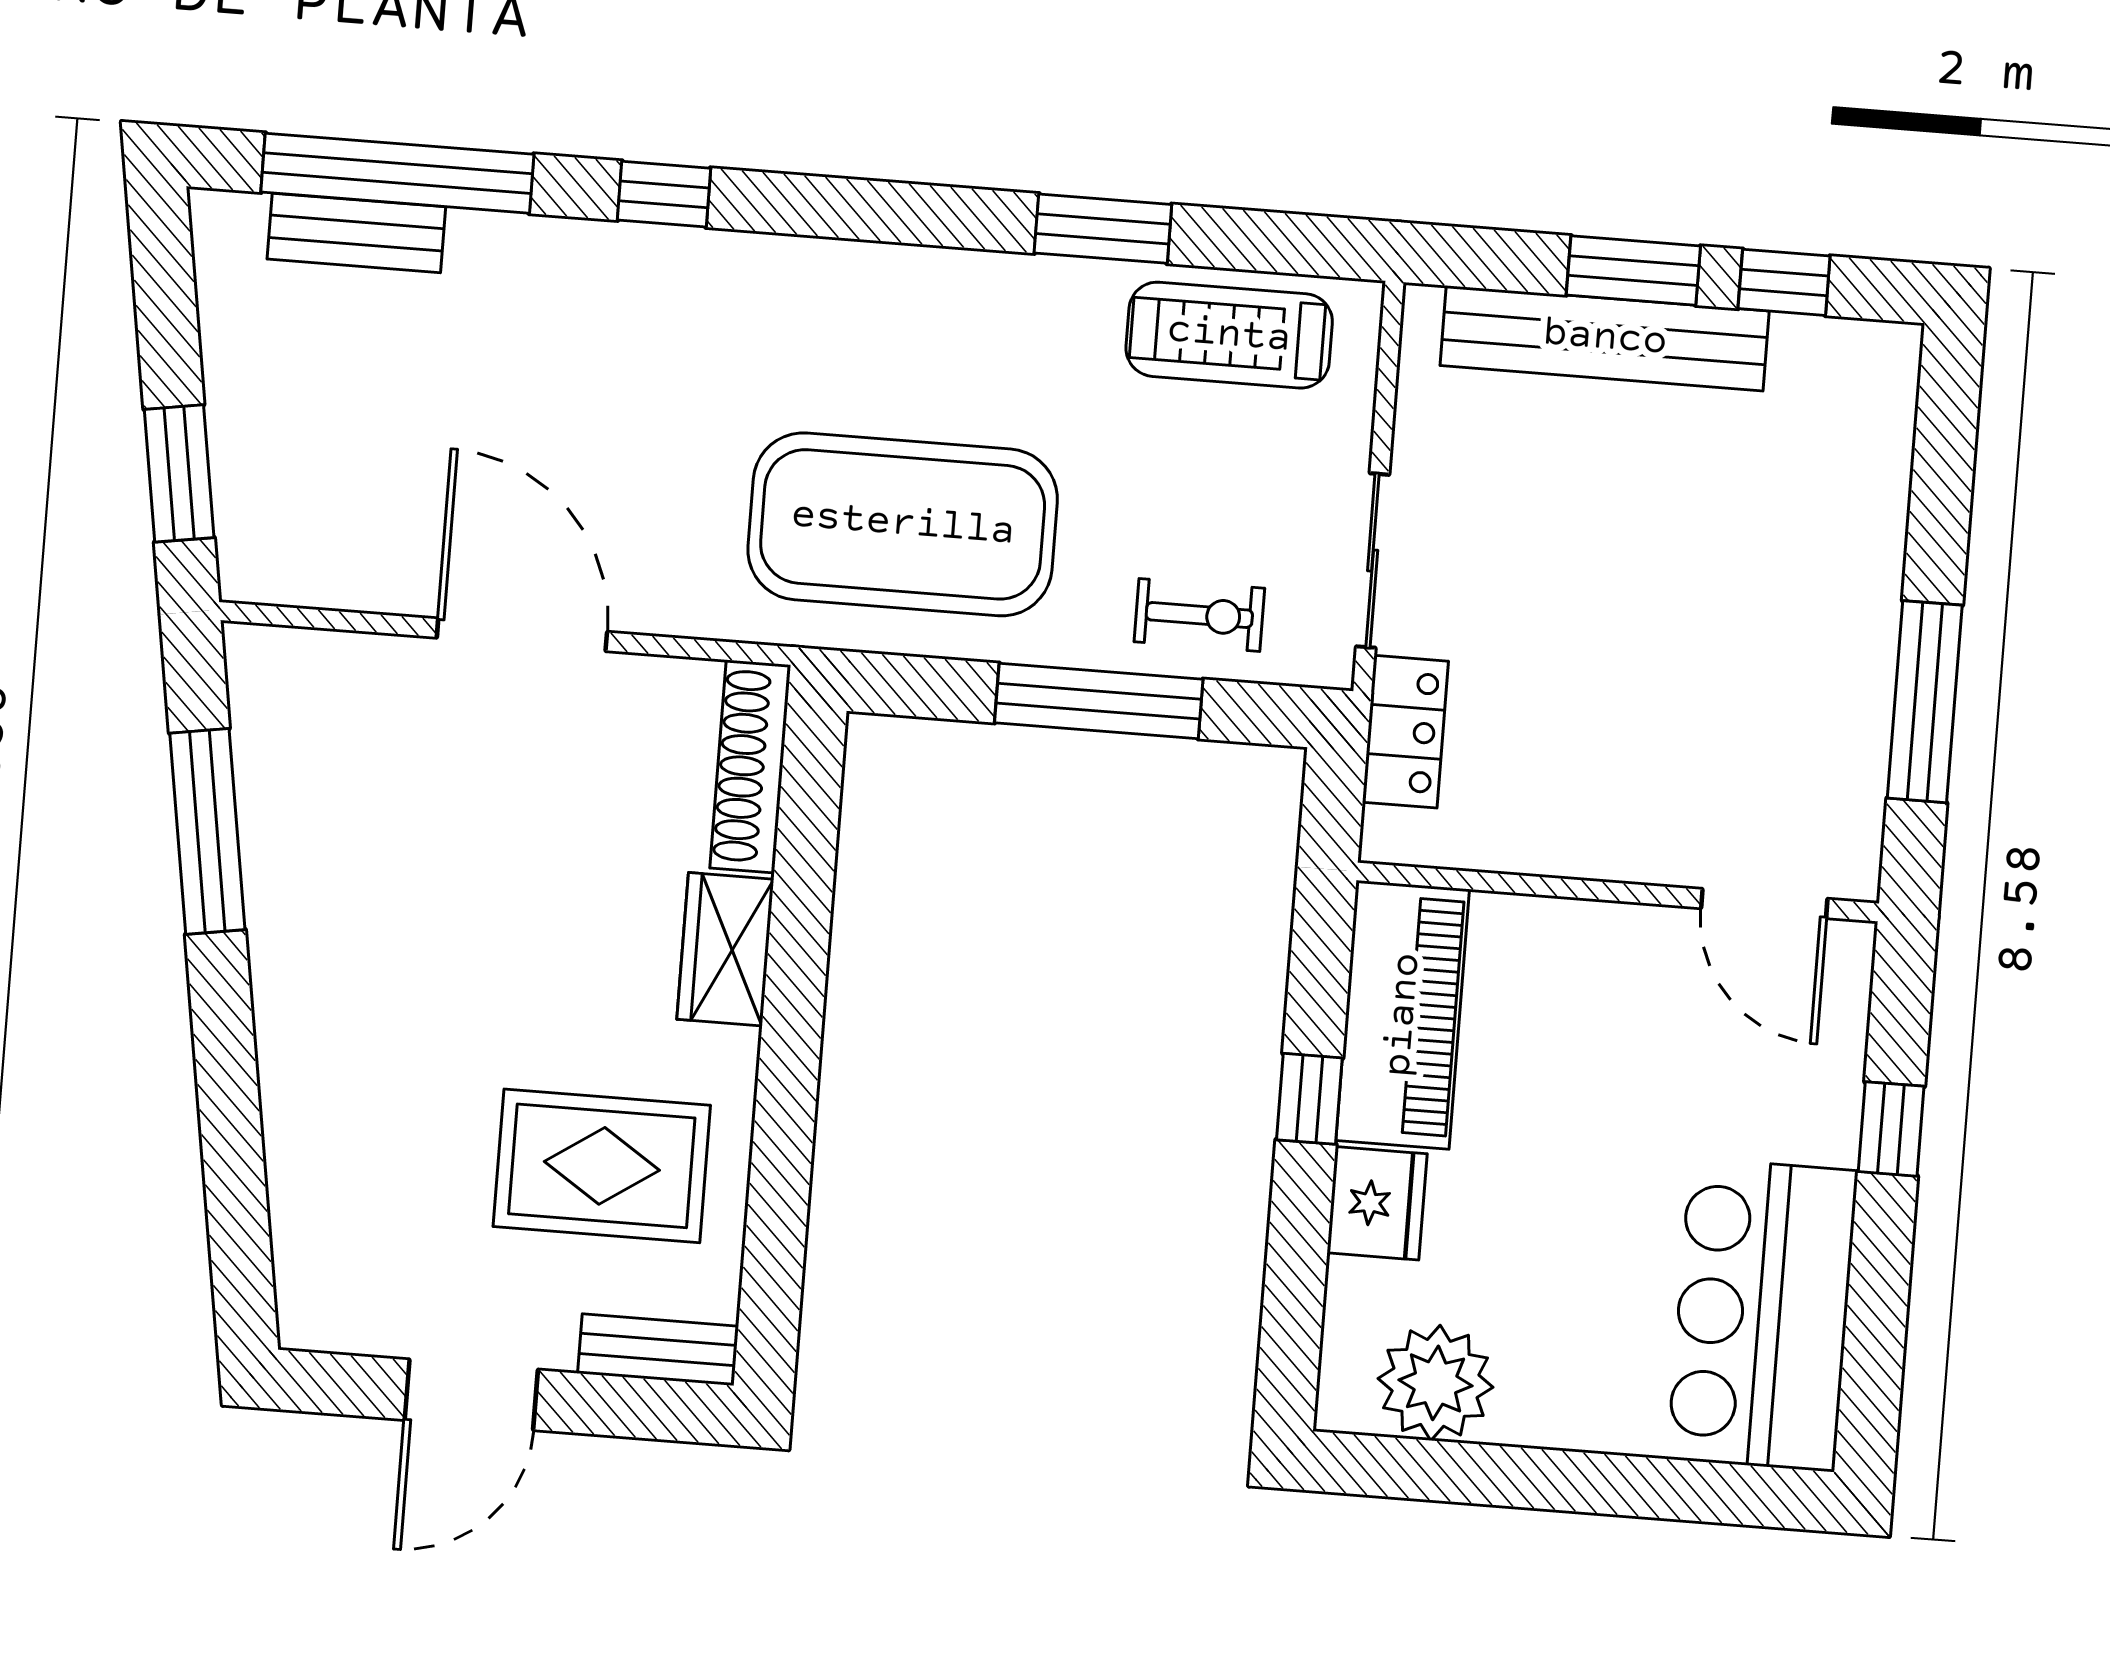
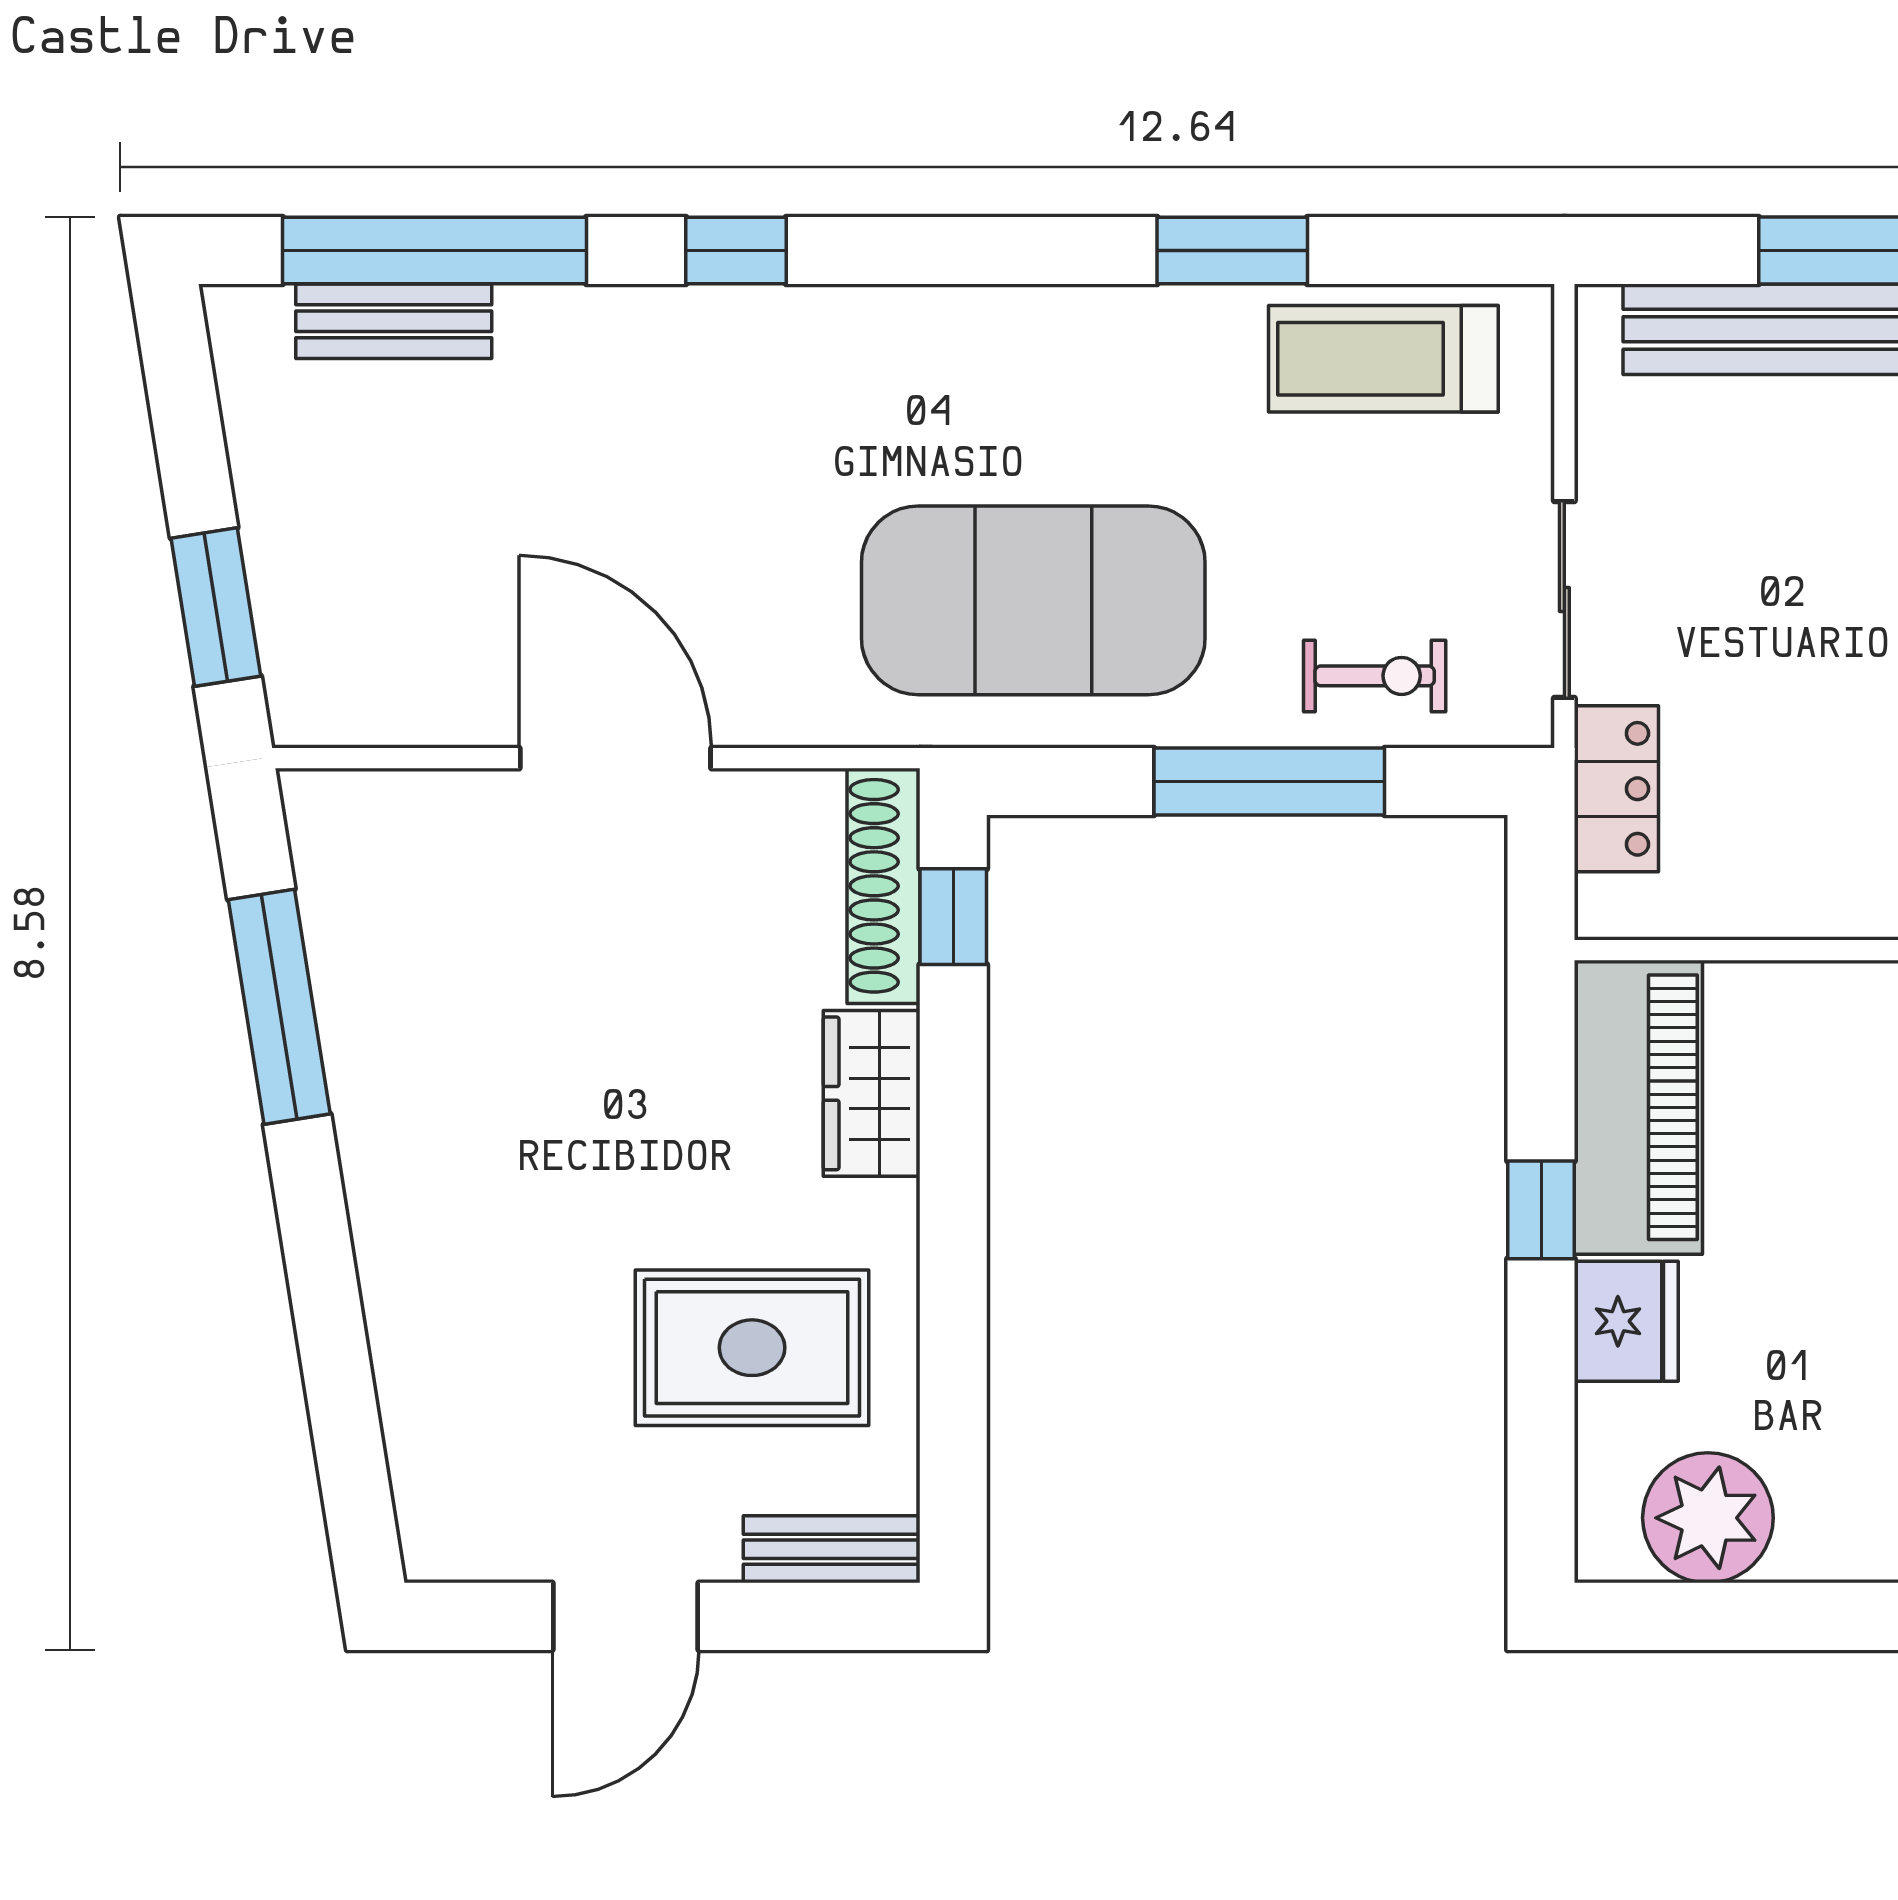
window: (810, 798) -> (953, 917), added

